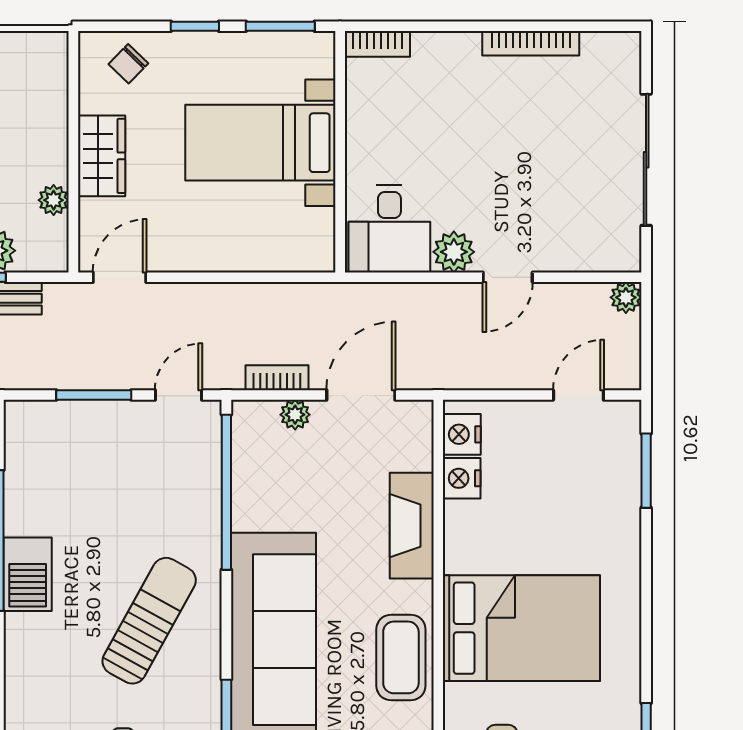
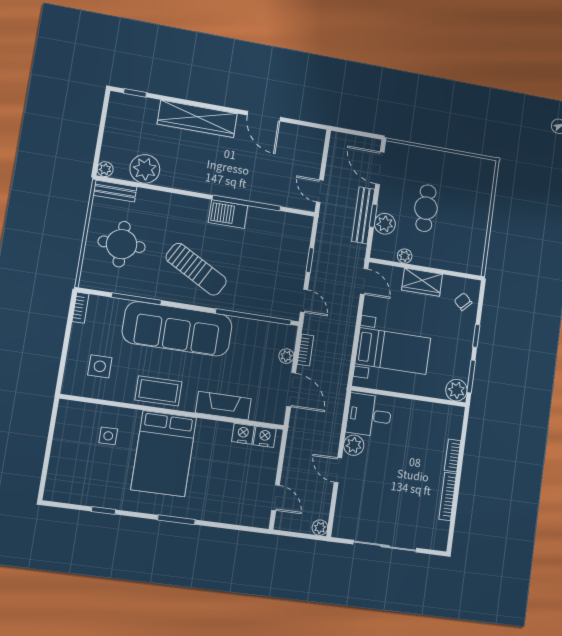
bookcase: (377, 44) -> (453, 456), moved
plant: (313, 54) -> (456, 390), added
bed with nightstands: (260, 143) -> (393, 351), moved, turned 90
window: (94, 395) -> (310, 260), width x0.67
window: (646, 471) -> (176, 520), moved

